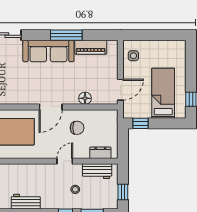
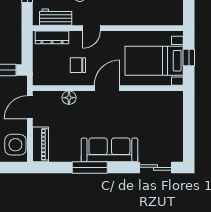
piano: (91, 47) -> (41, 144), moved, turned 90
side table: (133, 56) -> (15, 145), width x1.87, depth x1.87
dresser: (100, 153) -> (52, 37), width x1.44

